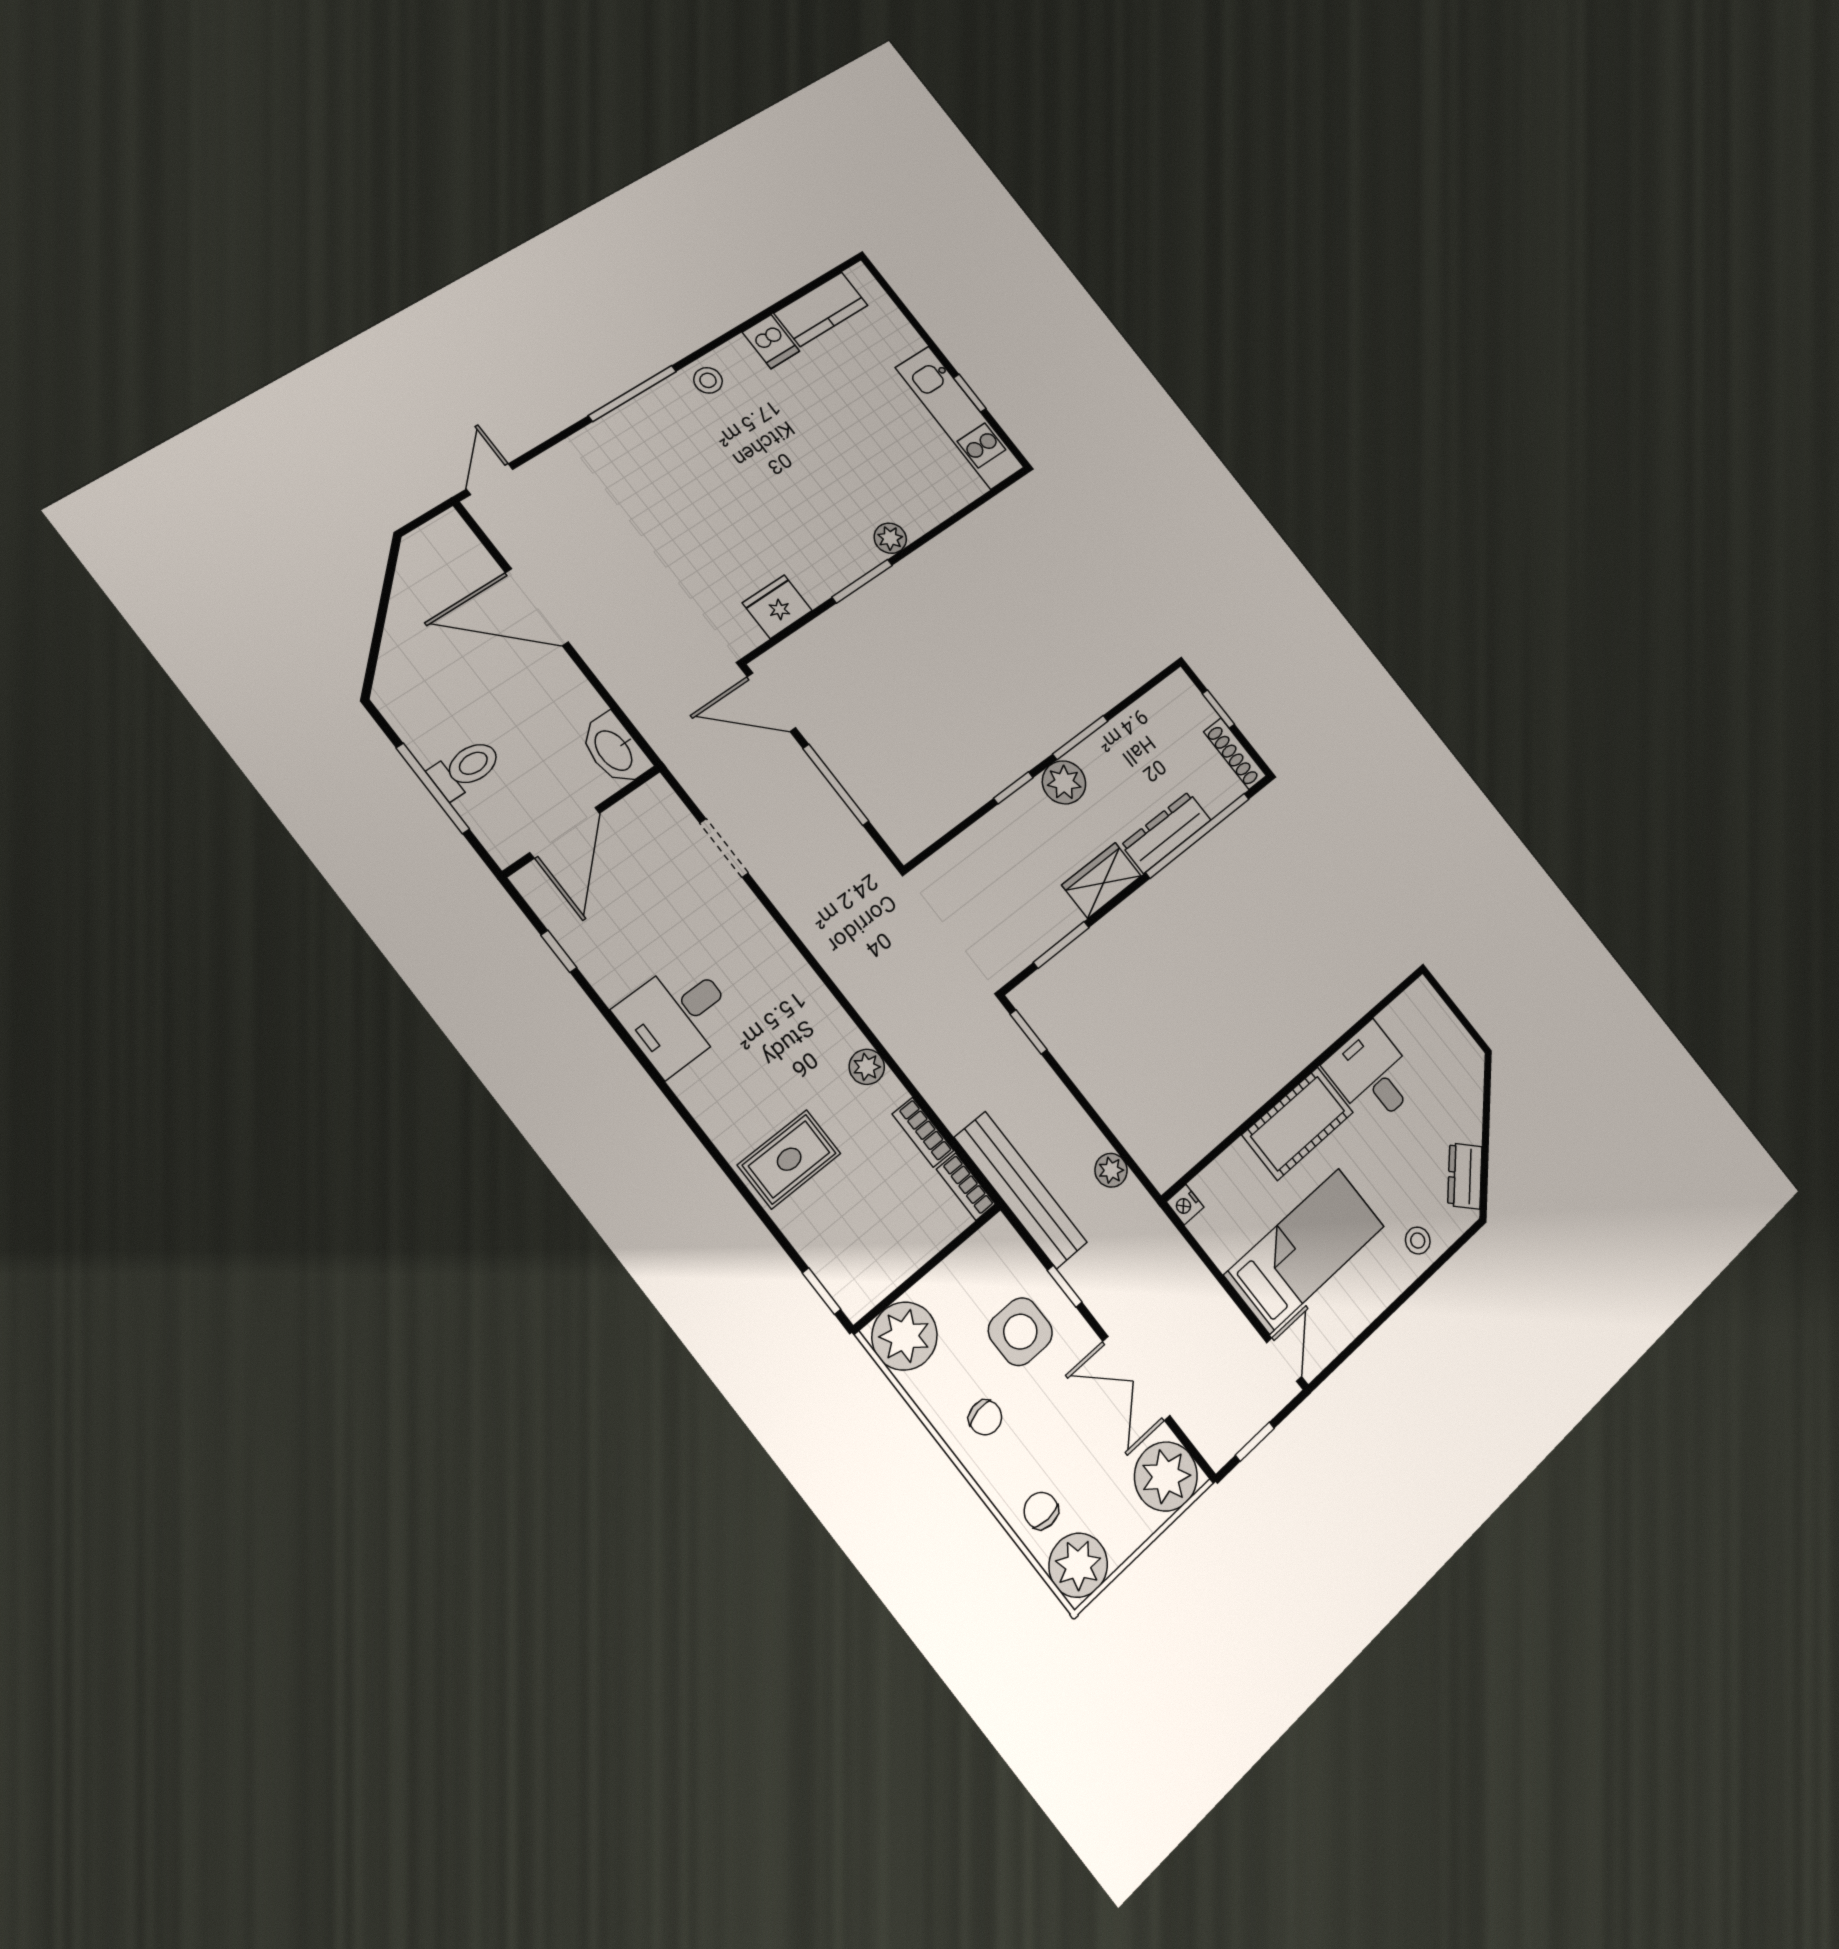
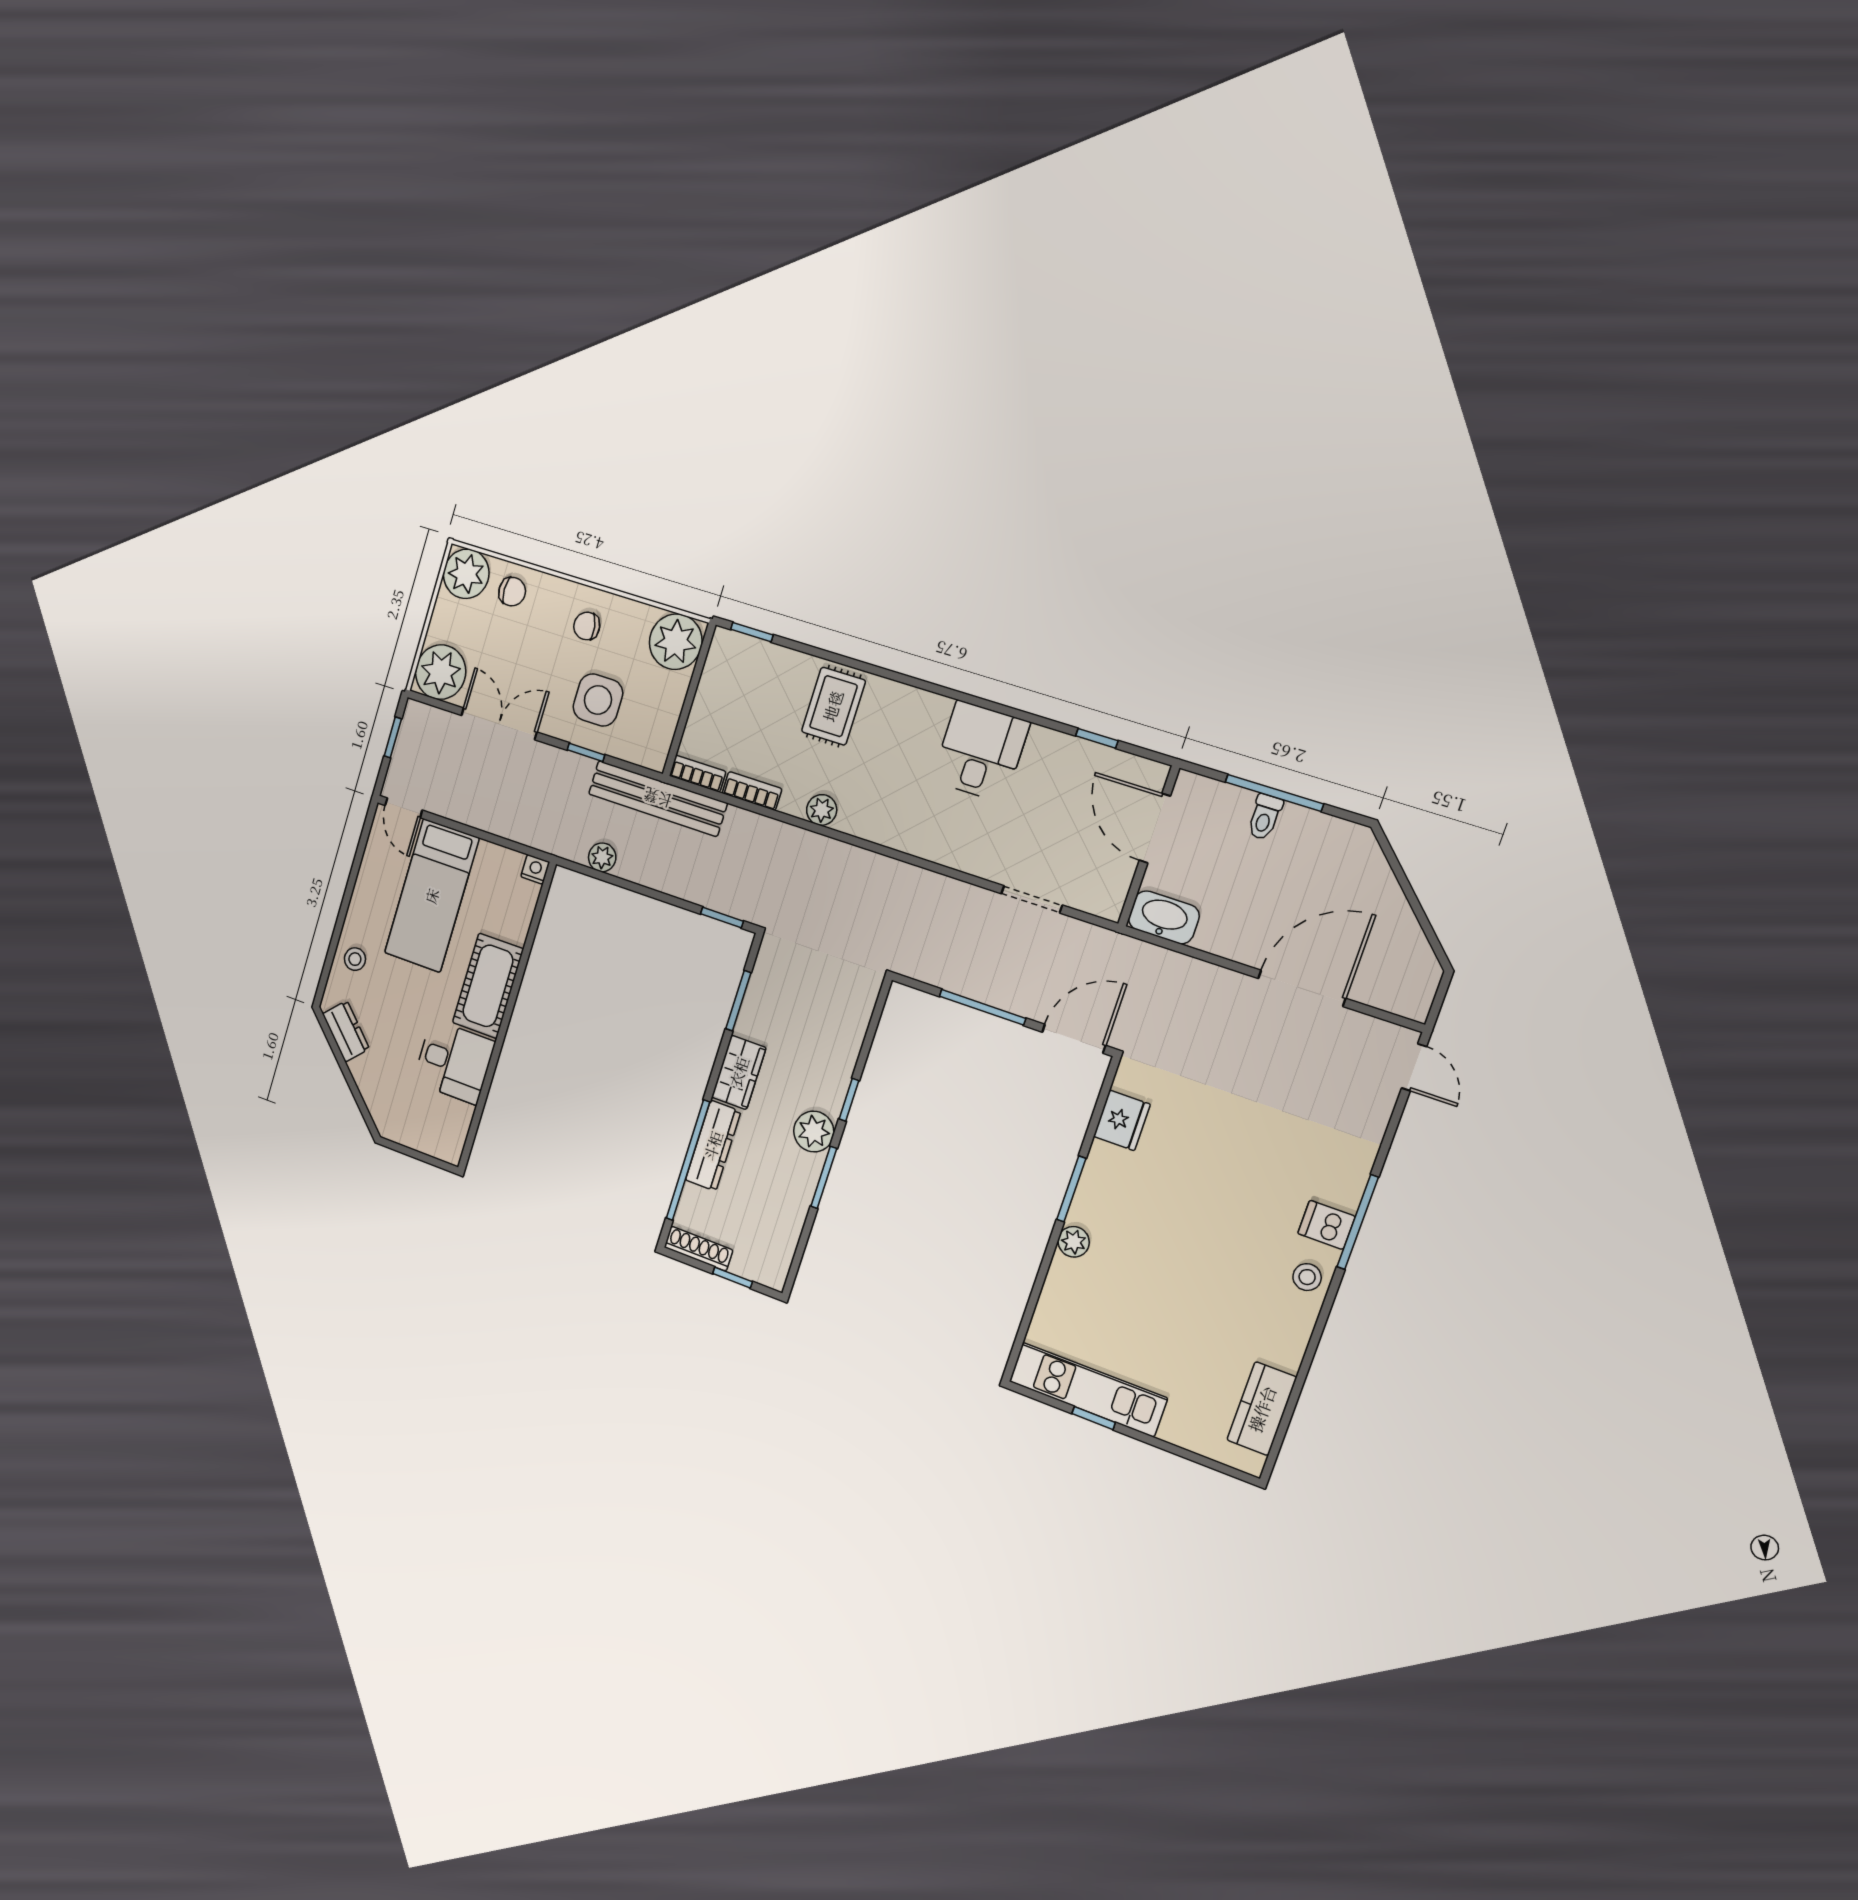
dishwasher: (771, 342) -> (1326, 1225), moved
toilet: (466, 768) -> (1265, 817), width x0.73, depth x0.72

